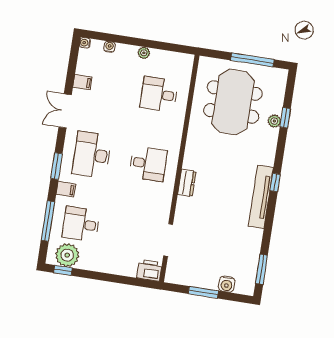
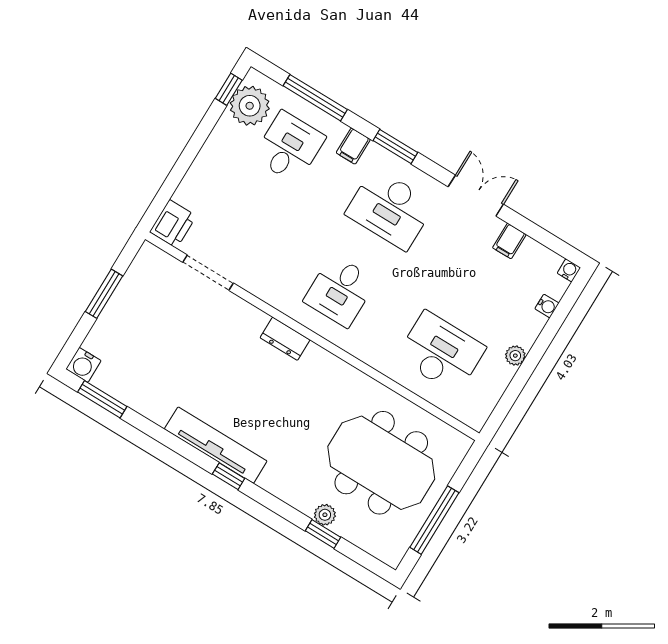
desk: (159, 94) -> (441, 352), width x1.37
desk: (92, 155) -> (390, 209), turned 180
water cooler: (227, 284) -> (83, 365), moved, turned -90

